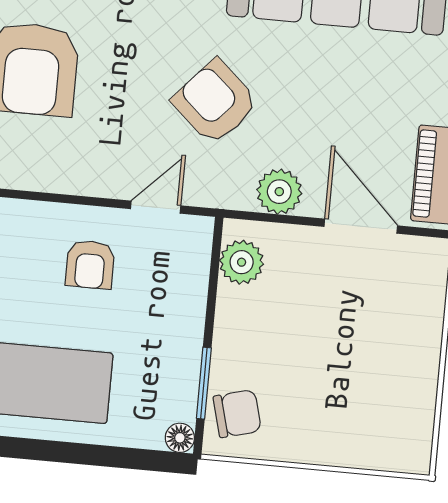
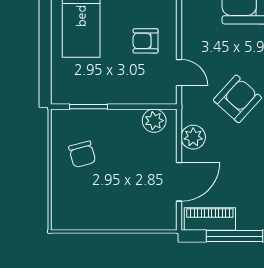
chair: (237, 414) -> (82, 154), moved
floor lamp: (180, 438) -> (58, 97), removed

